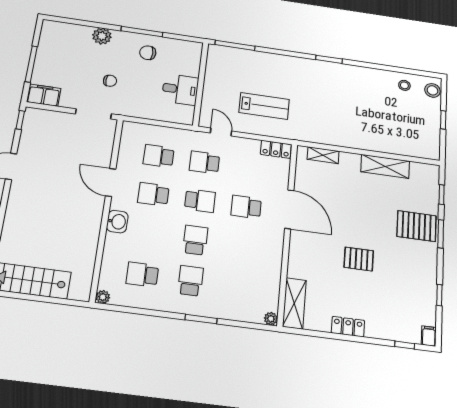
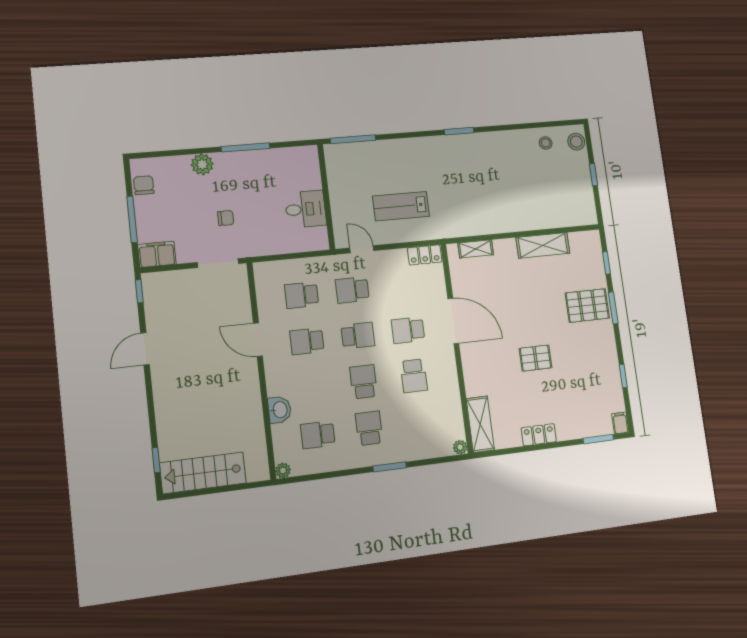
chair: (148, 53) -> (144, 185), moved, turned 90
lab bench: (264, 106) -> (401, 206), turned 180
washbasin: (117, 222) -> (280, 410), moved
school desk: (242, 246) -> (414, 376), added
window: (405, 345) -> (598, 439), width x1.50

